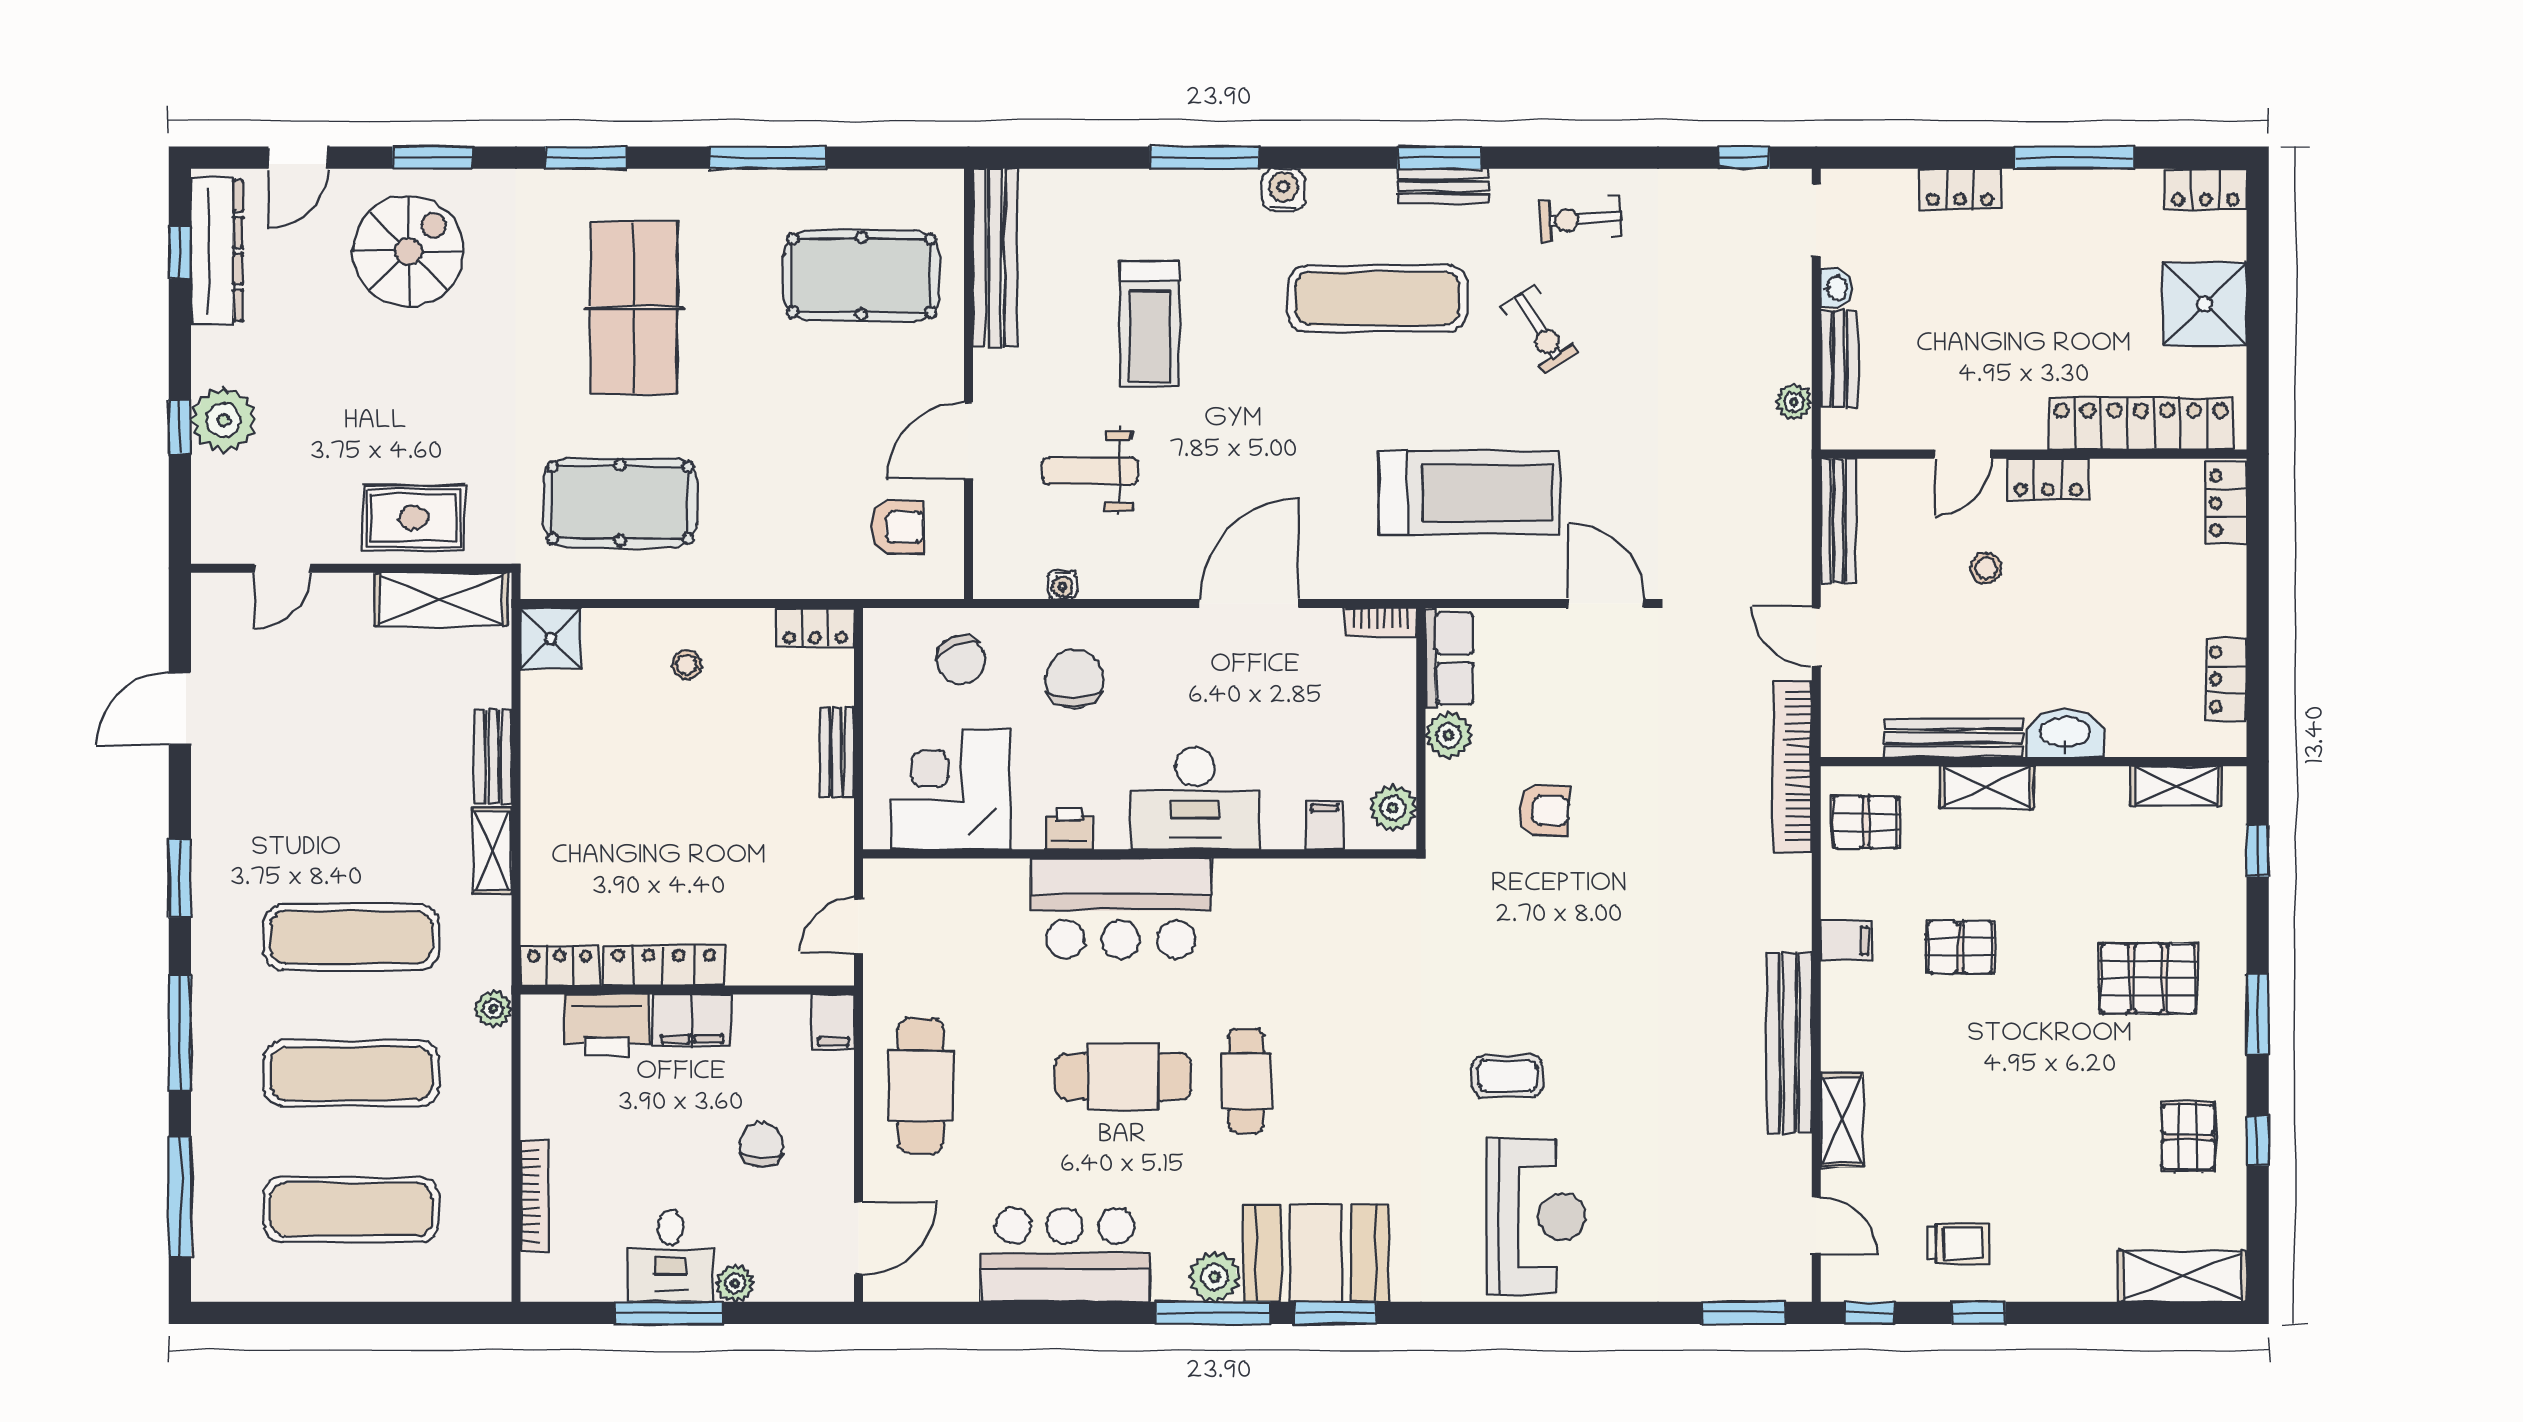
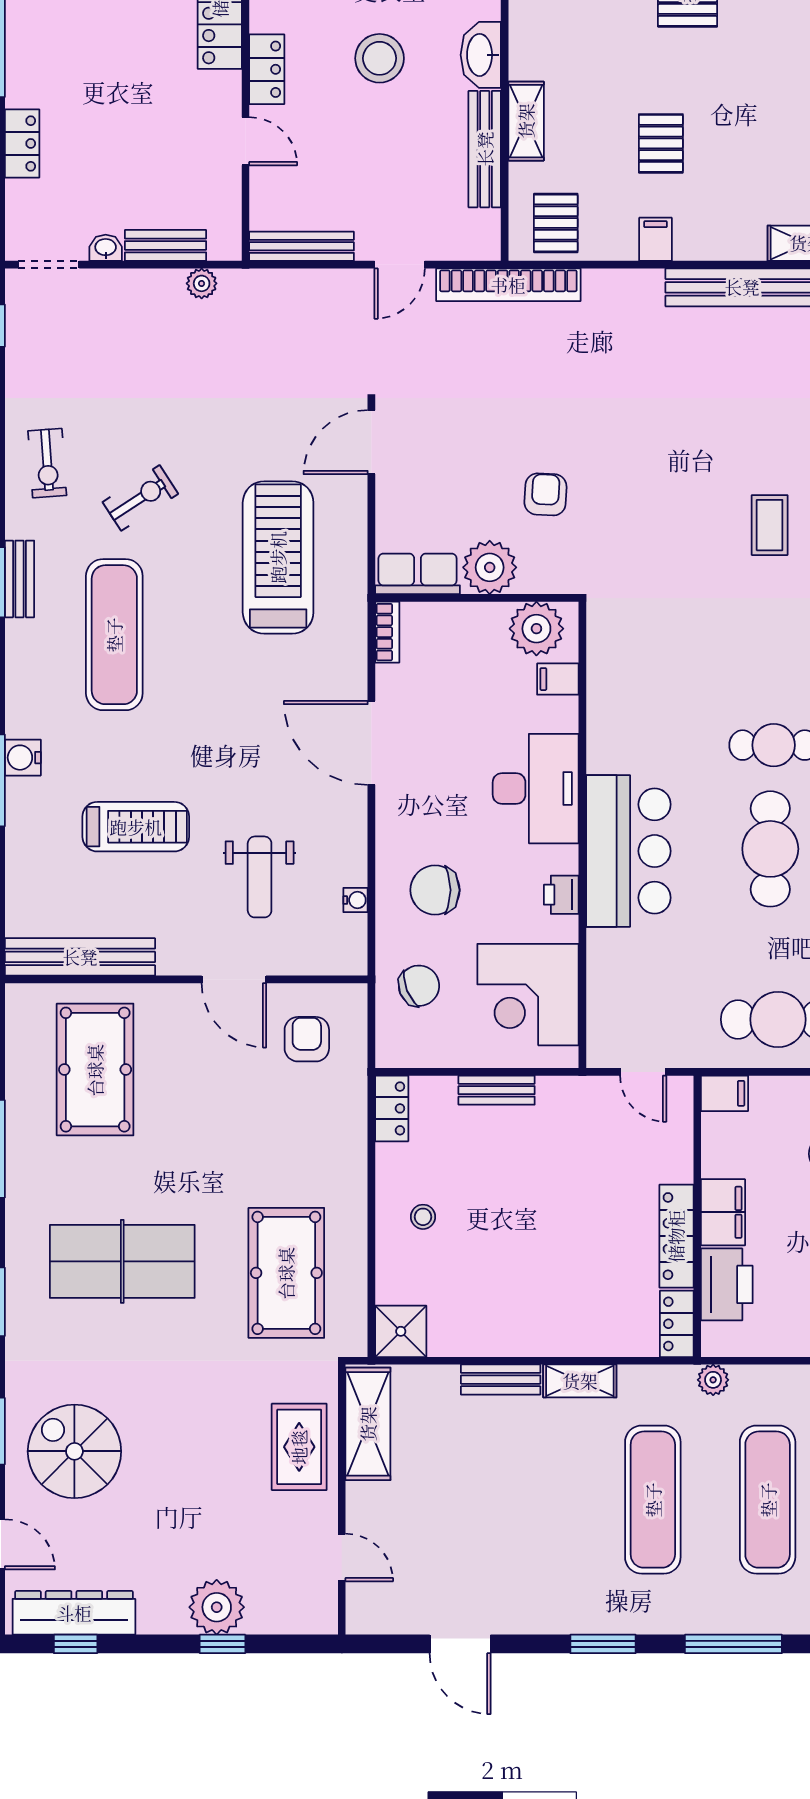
water cooler: (1283, 190) -> (23, 758), moved
stool: (1986, 568) -> (380, 58), moved, width x1.89, depth x1.89
plant: (1449, 735) -> (490, 567), width x1.36, depth x1.36
plant: (1393, 808) -> (536, 629), width x1.36, depth x1.36

